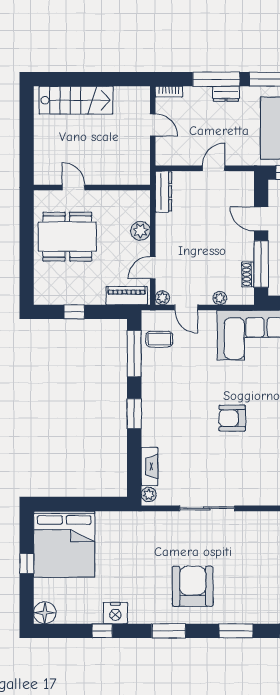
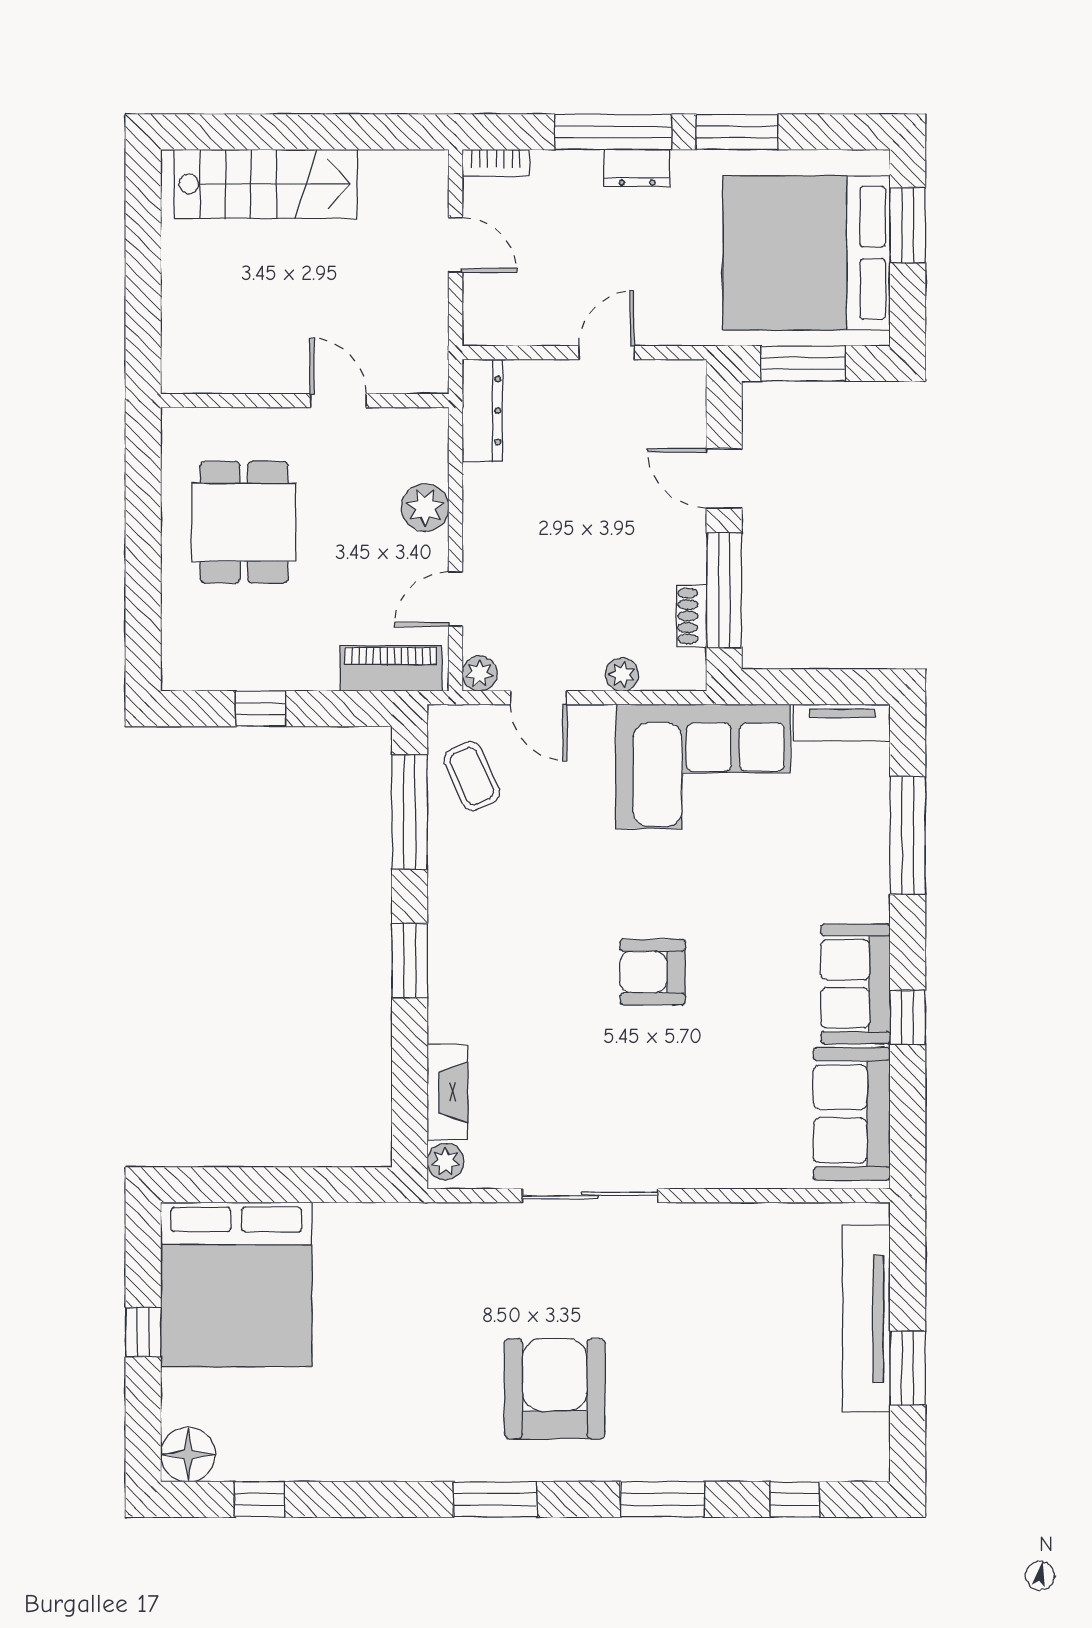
door: (74, 188) -> (338, 401), moved
dining table: (67, 237) -> (244, 522), width x0.73
coffee table: (159, 339) -> (472, 776), turned 66
nightstand: (115, 613) -> (363, 1455), removed
window: (102, 631) -> (259, 1499), moved

